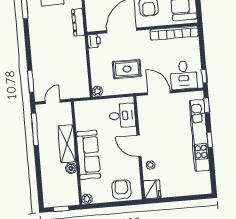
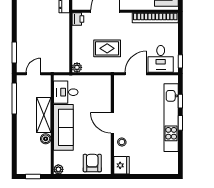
door: (159, 93) -> (136, 74), hinge flipped
window: (207, 105) -> (180, 101), moved
desk: (122, 116) -> (66, 92), moved, turned 180

